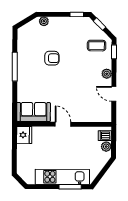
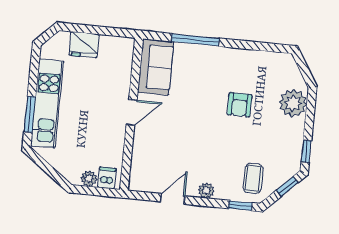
plant: (44, 21) -> (293, 103), width x1.87, depth x1.87
window: (15, 67) -> (195, 40), moved
fridge: (24, 135) -> (84, 45), moved

